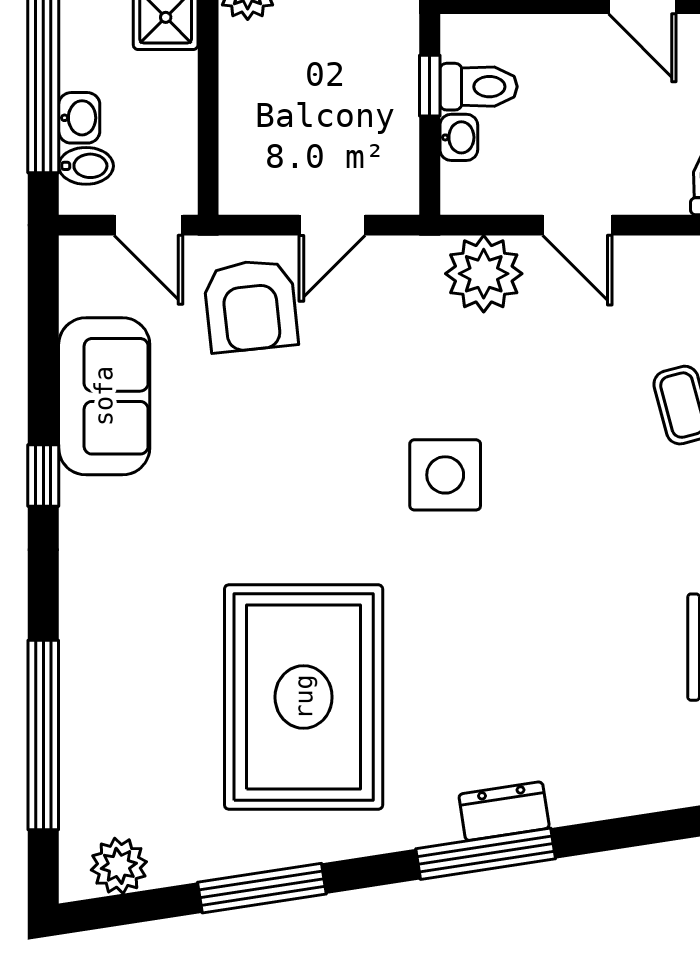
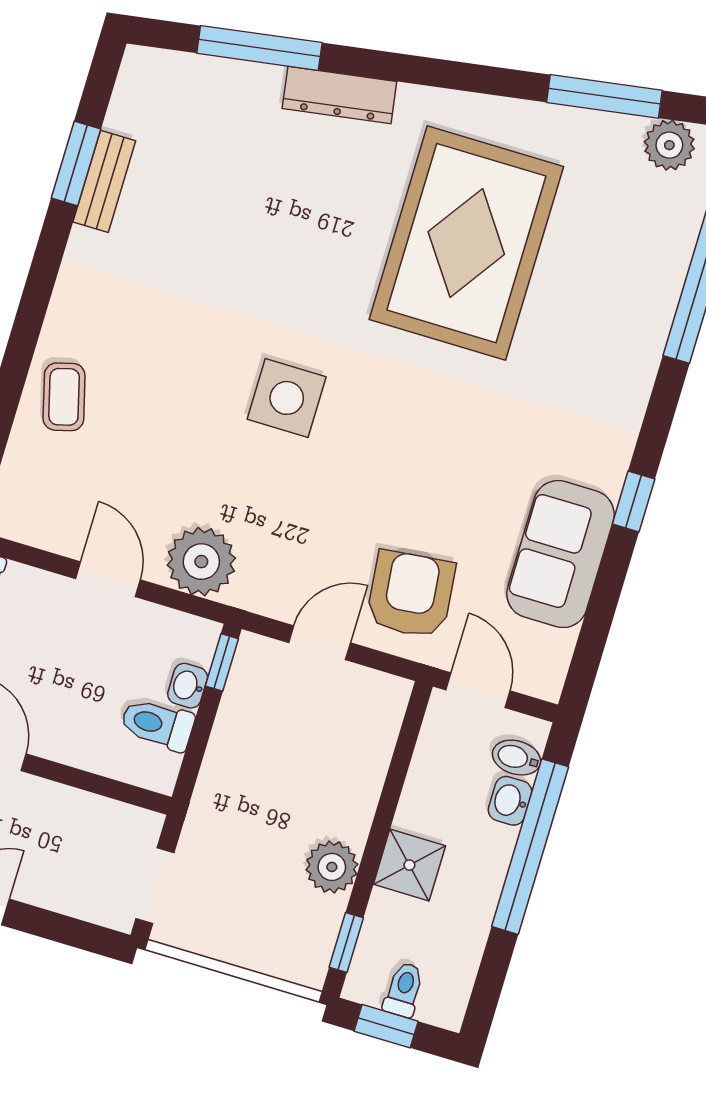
window: (430, 86) -> (222, 662), moved
dresser: (504, 811) -> (339, 95), width x1.44
window: (486, 854) -> (259, 48), moved
window: (262, 888) -> (604, 96), moved

